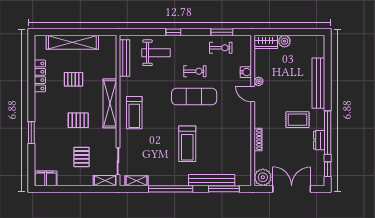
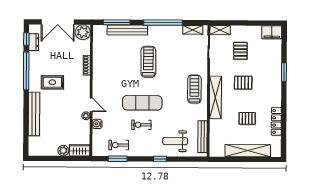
dresser: (319, 140) -> (34, 42), moved

